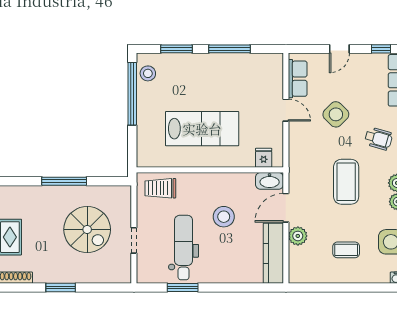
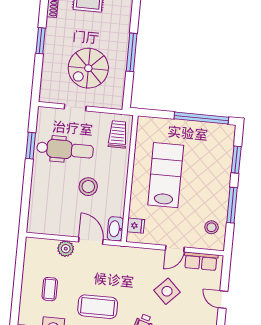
stool: (148, 73) -> (211, 227), moved
lab bench: (202, 129) -> (166, 175), turned 180
coffee table: (346, 182) -> (98, 307), moved
kitchen counter: (273, 253) -> (53, 226), removed

